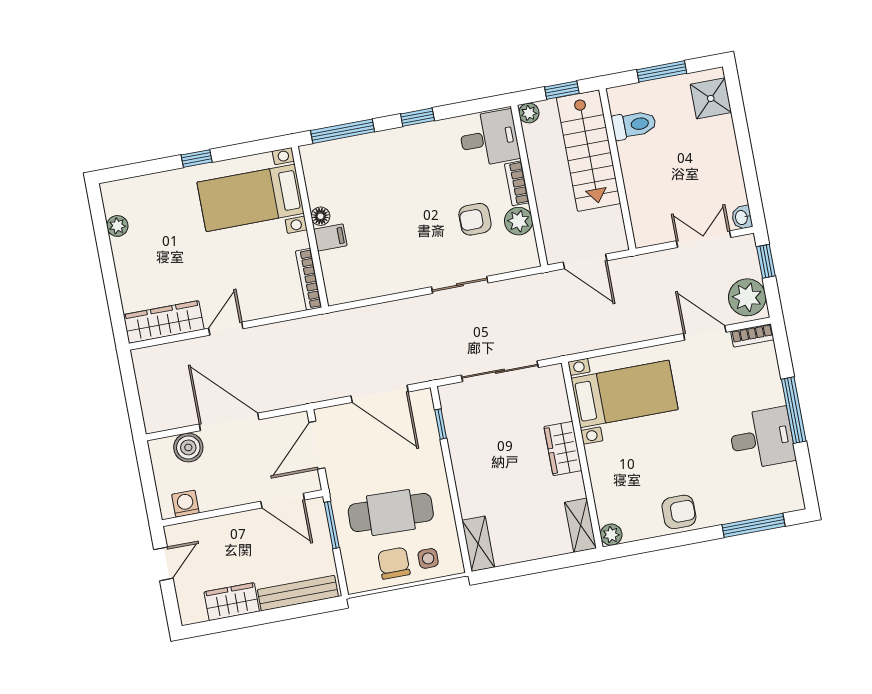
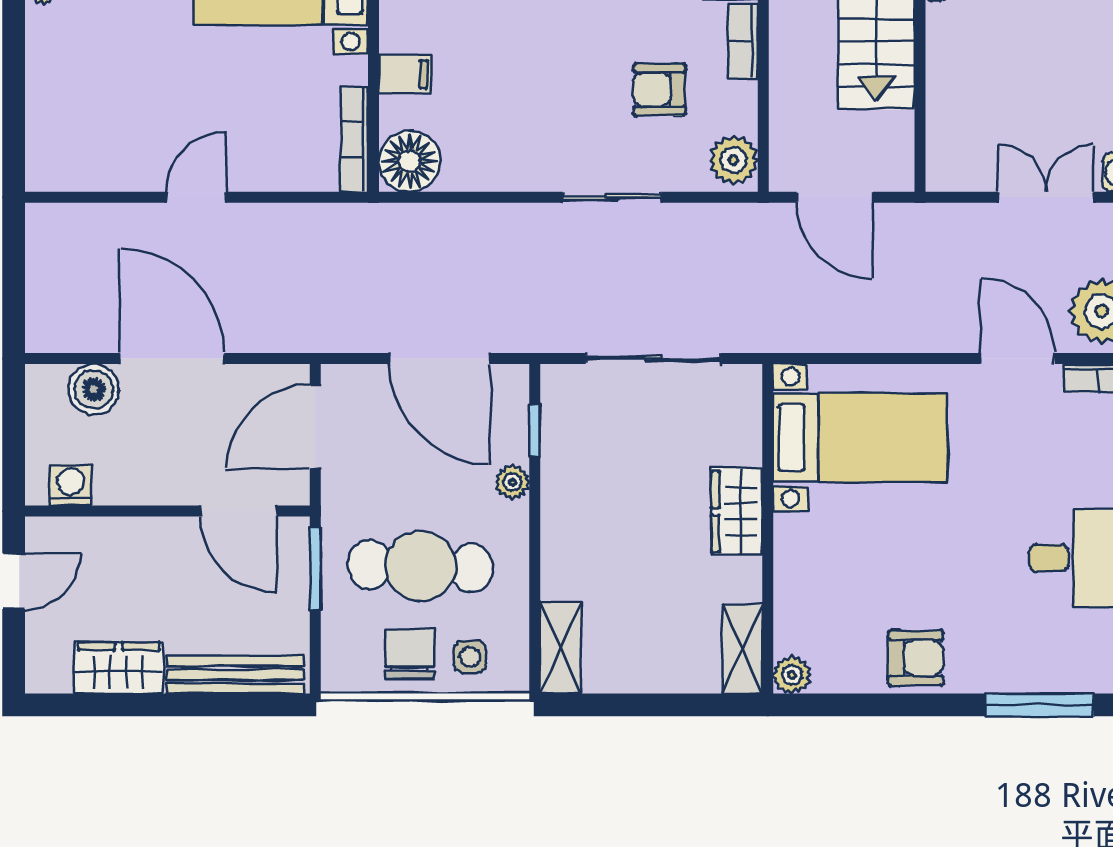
floor lamp: (320, 216) -> (409, 161), moved, width x1.89, depth x1.89
plant: (518, 221) -> (734, 160), moved
wardrobe: (164, 322) -> (92, 166), removed
plant: (434, 456) -> (512, 482), added

